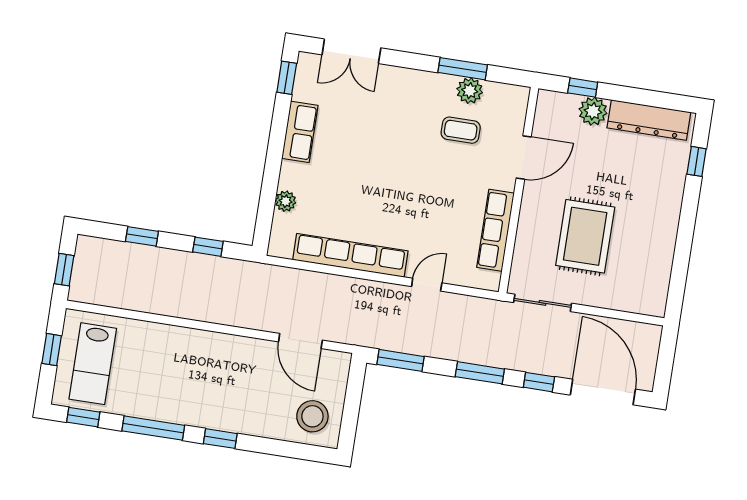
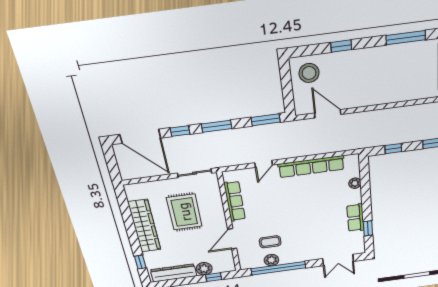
double door: (351, 51) -> (338, 260), swing flipped
window: (463, 69) -> (278, 268), width x2.11
window: (287, 78) -> (368, 228), moved
wardrobe: (661, 231) -> (144, 226), added
window: (220, 439) -> (341, 46), moved

